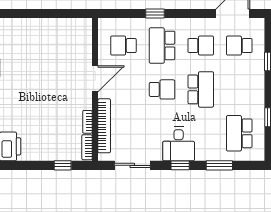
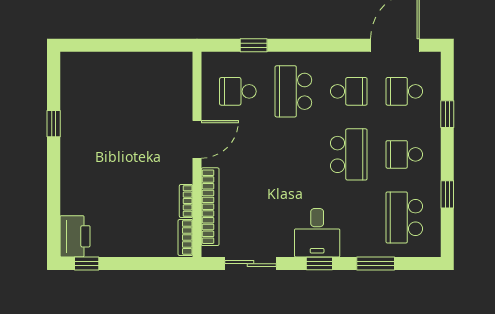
window: (155, 13) -> (254, 45), moved
school desk: (162, 89) -> (404, 154), moved, turned 180
window: (63, 165) -> (87, 264), moved

